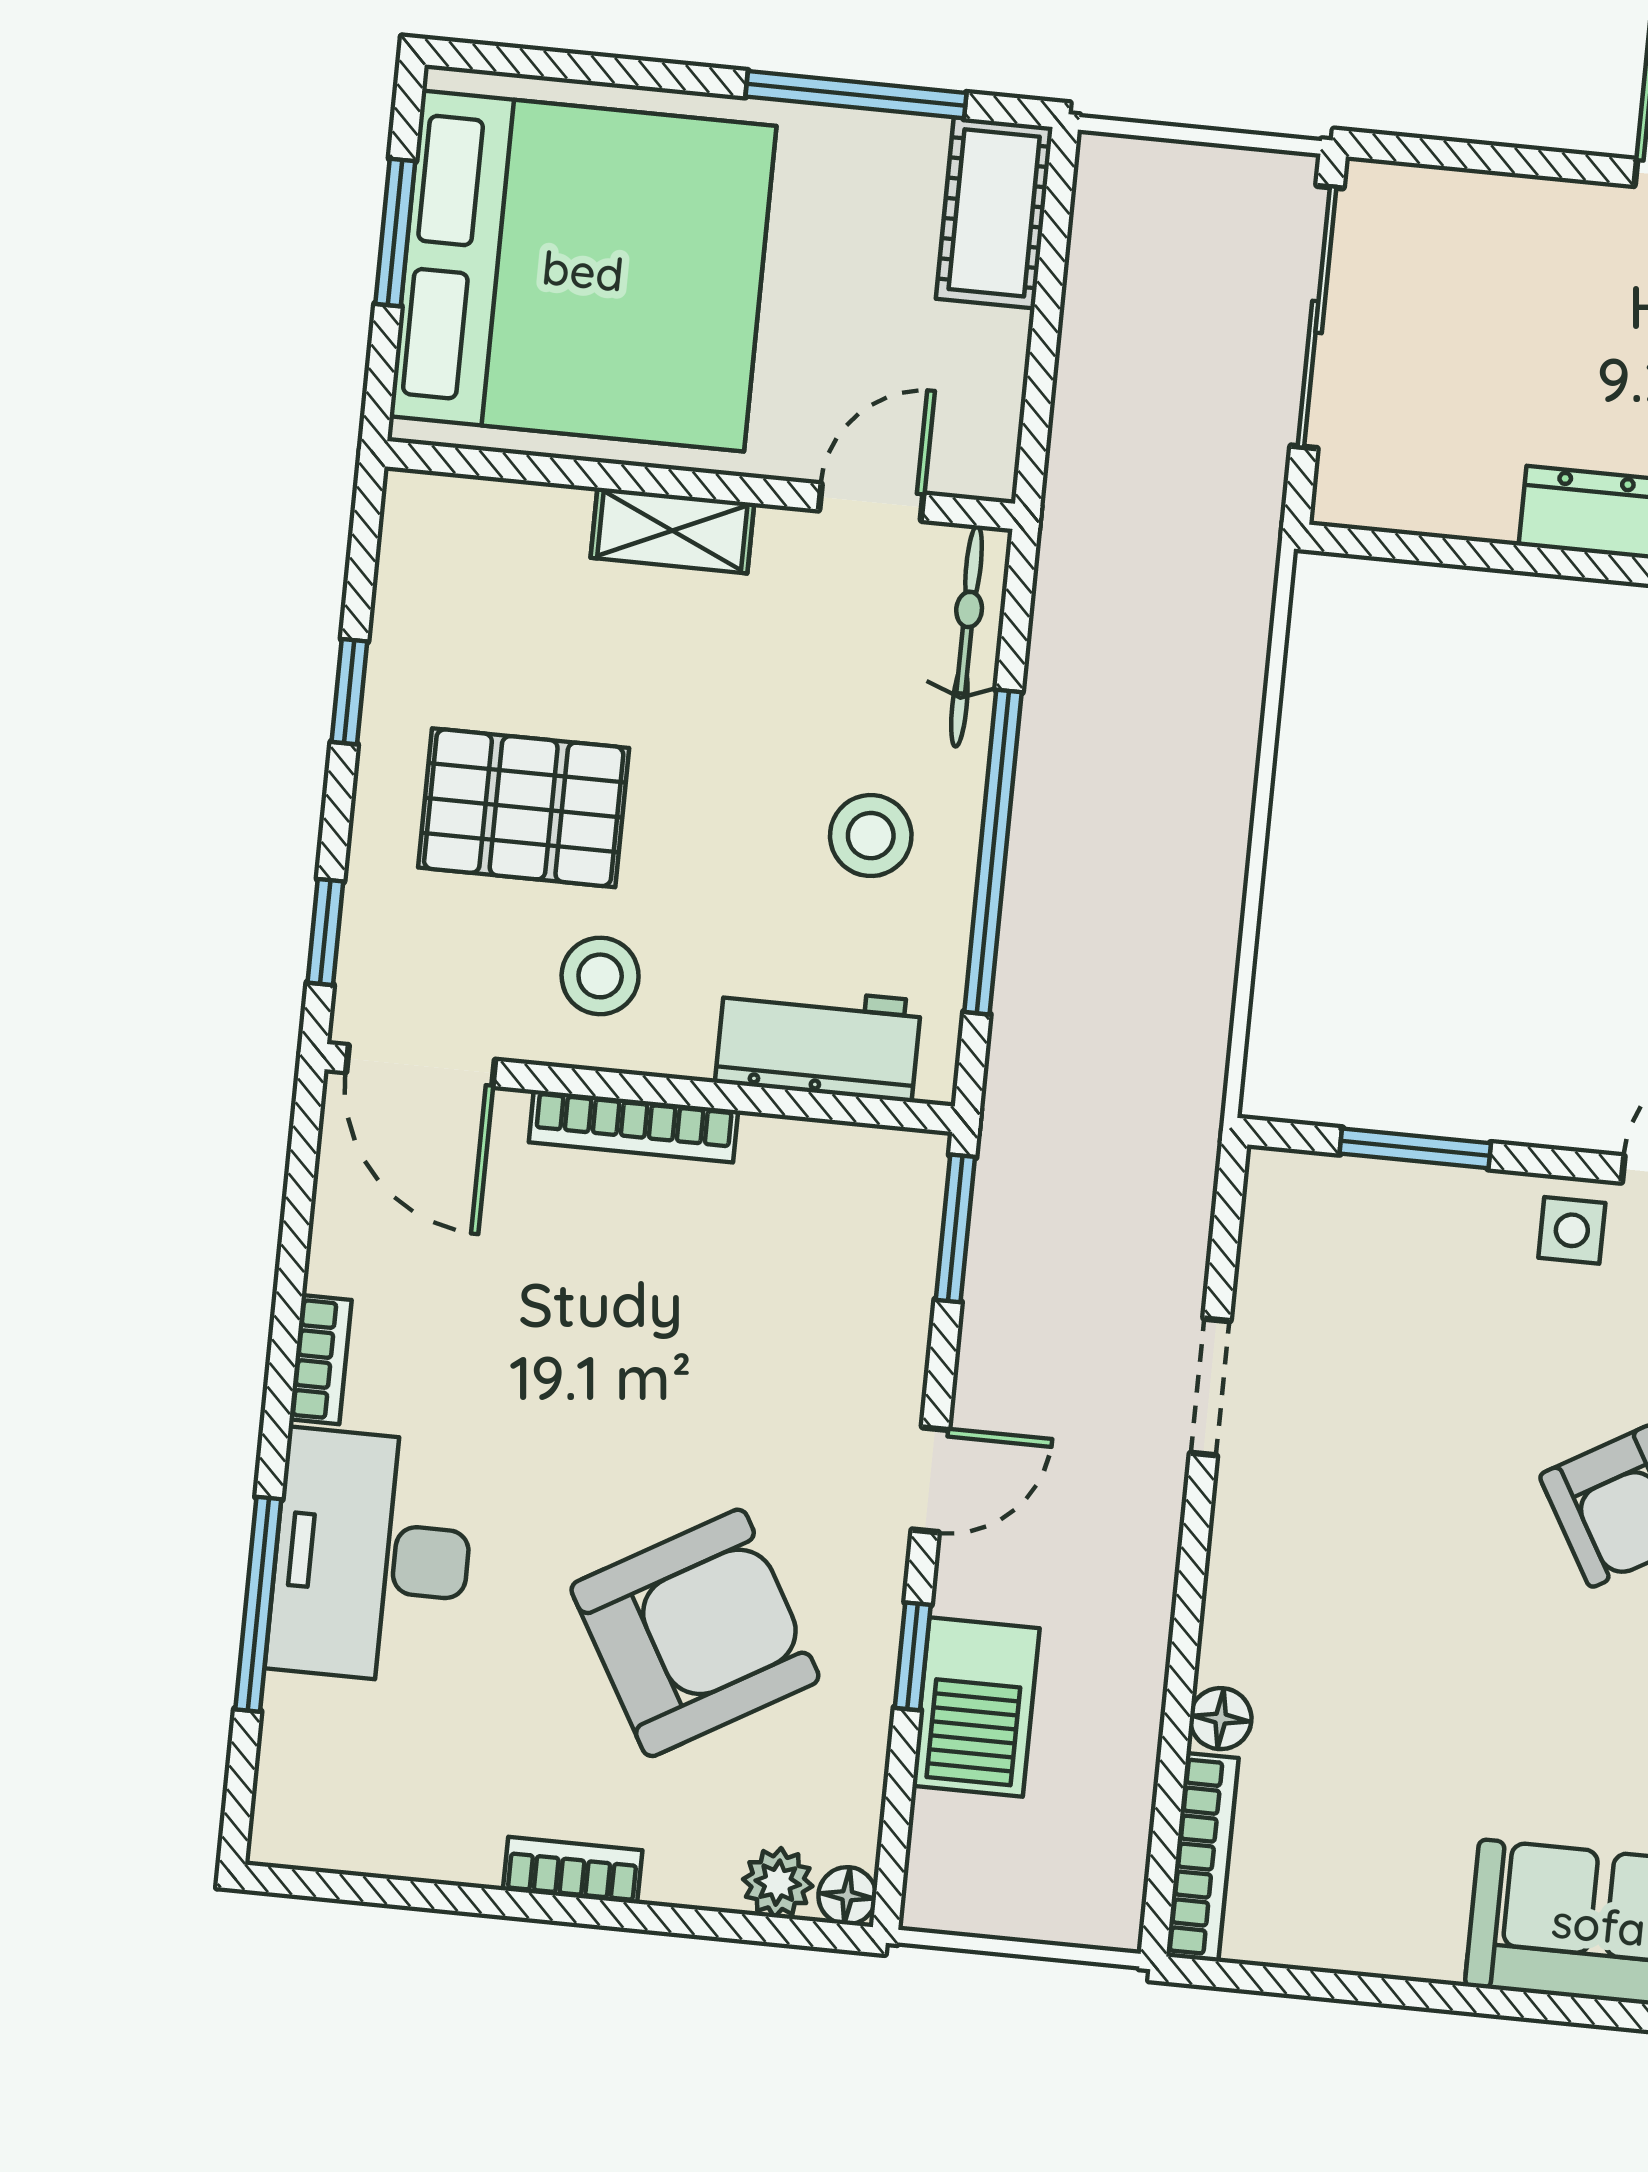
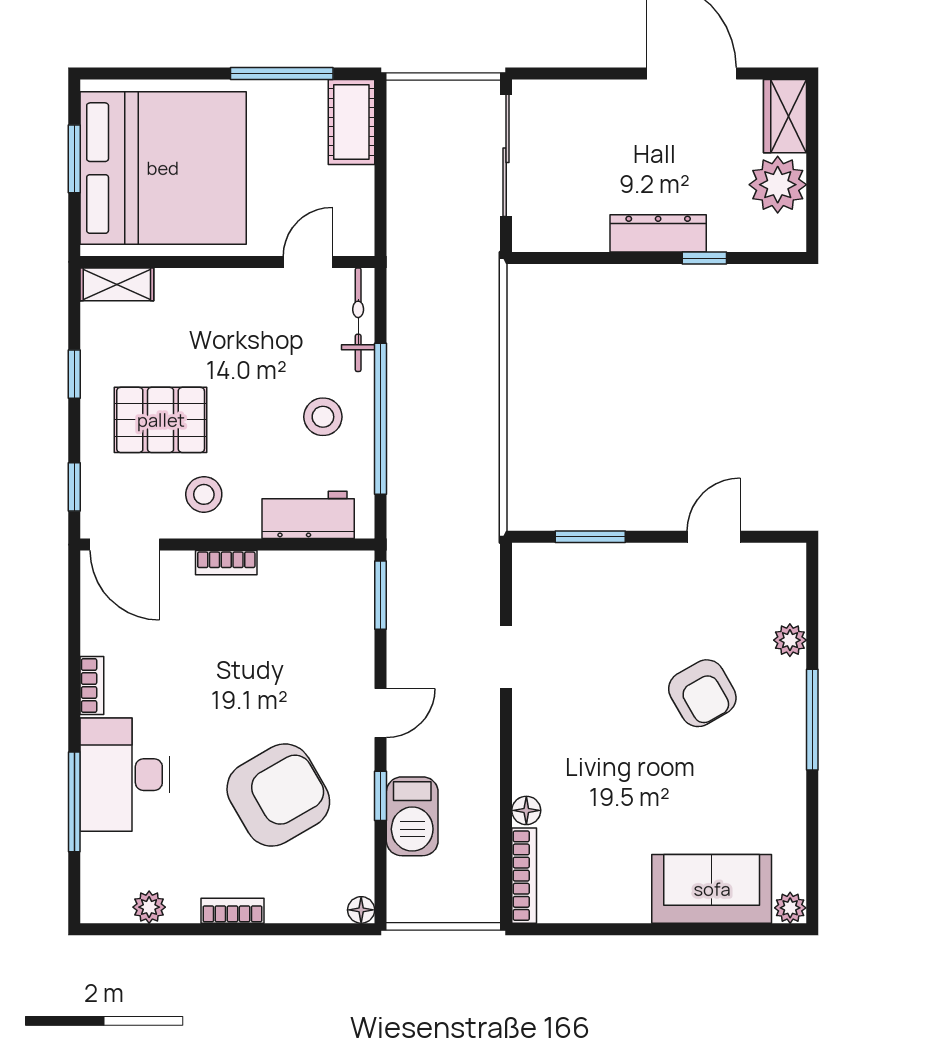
shelving: (672, 531) -> (117, 284), moved
bookcase: (633, 1126) -> (226, 563), width x0.64
side table: (1572, 1230) -> (667, 568), removed
plant: (778, 1883) -> (149, 907), moved

